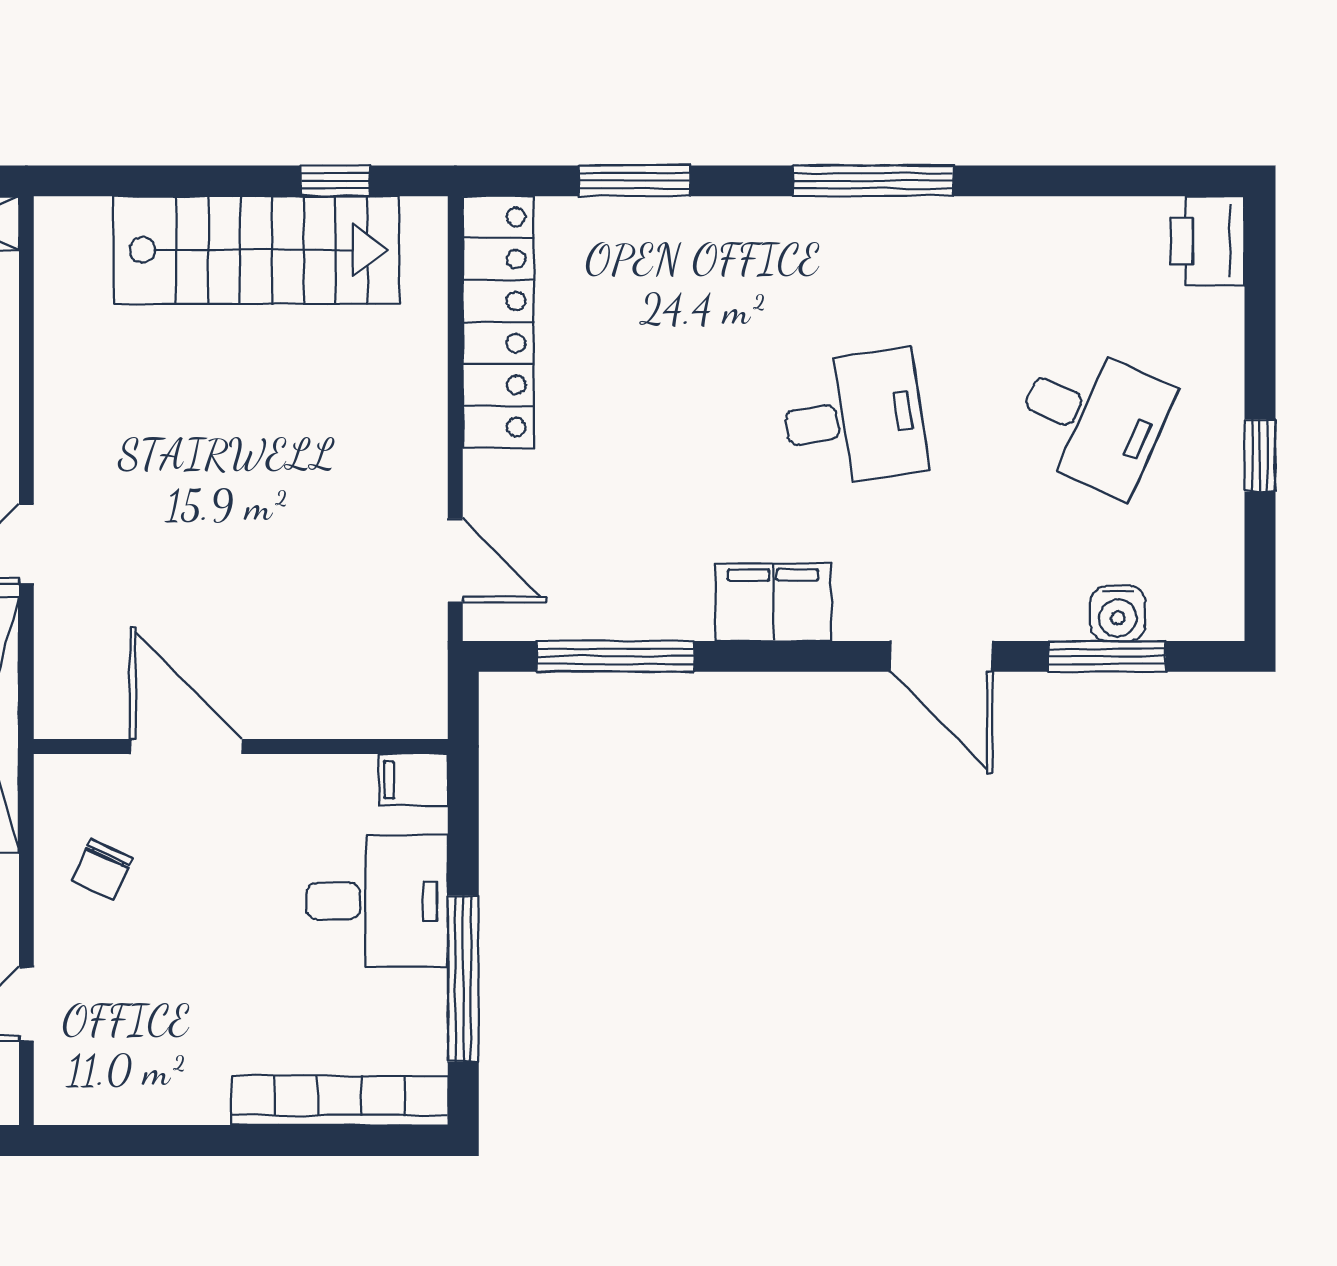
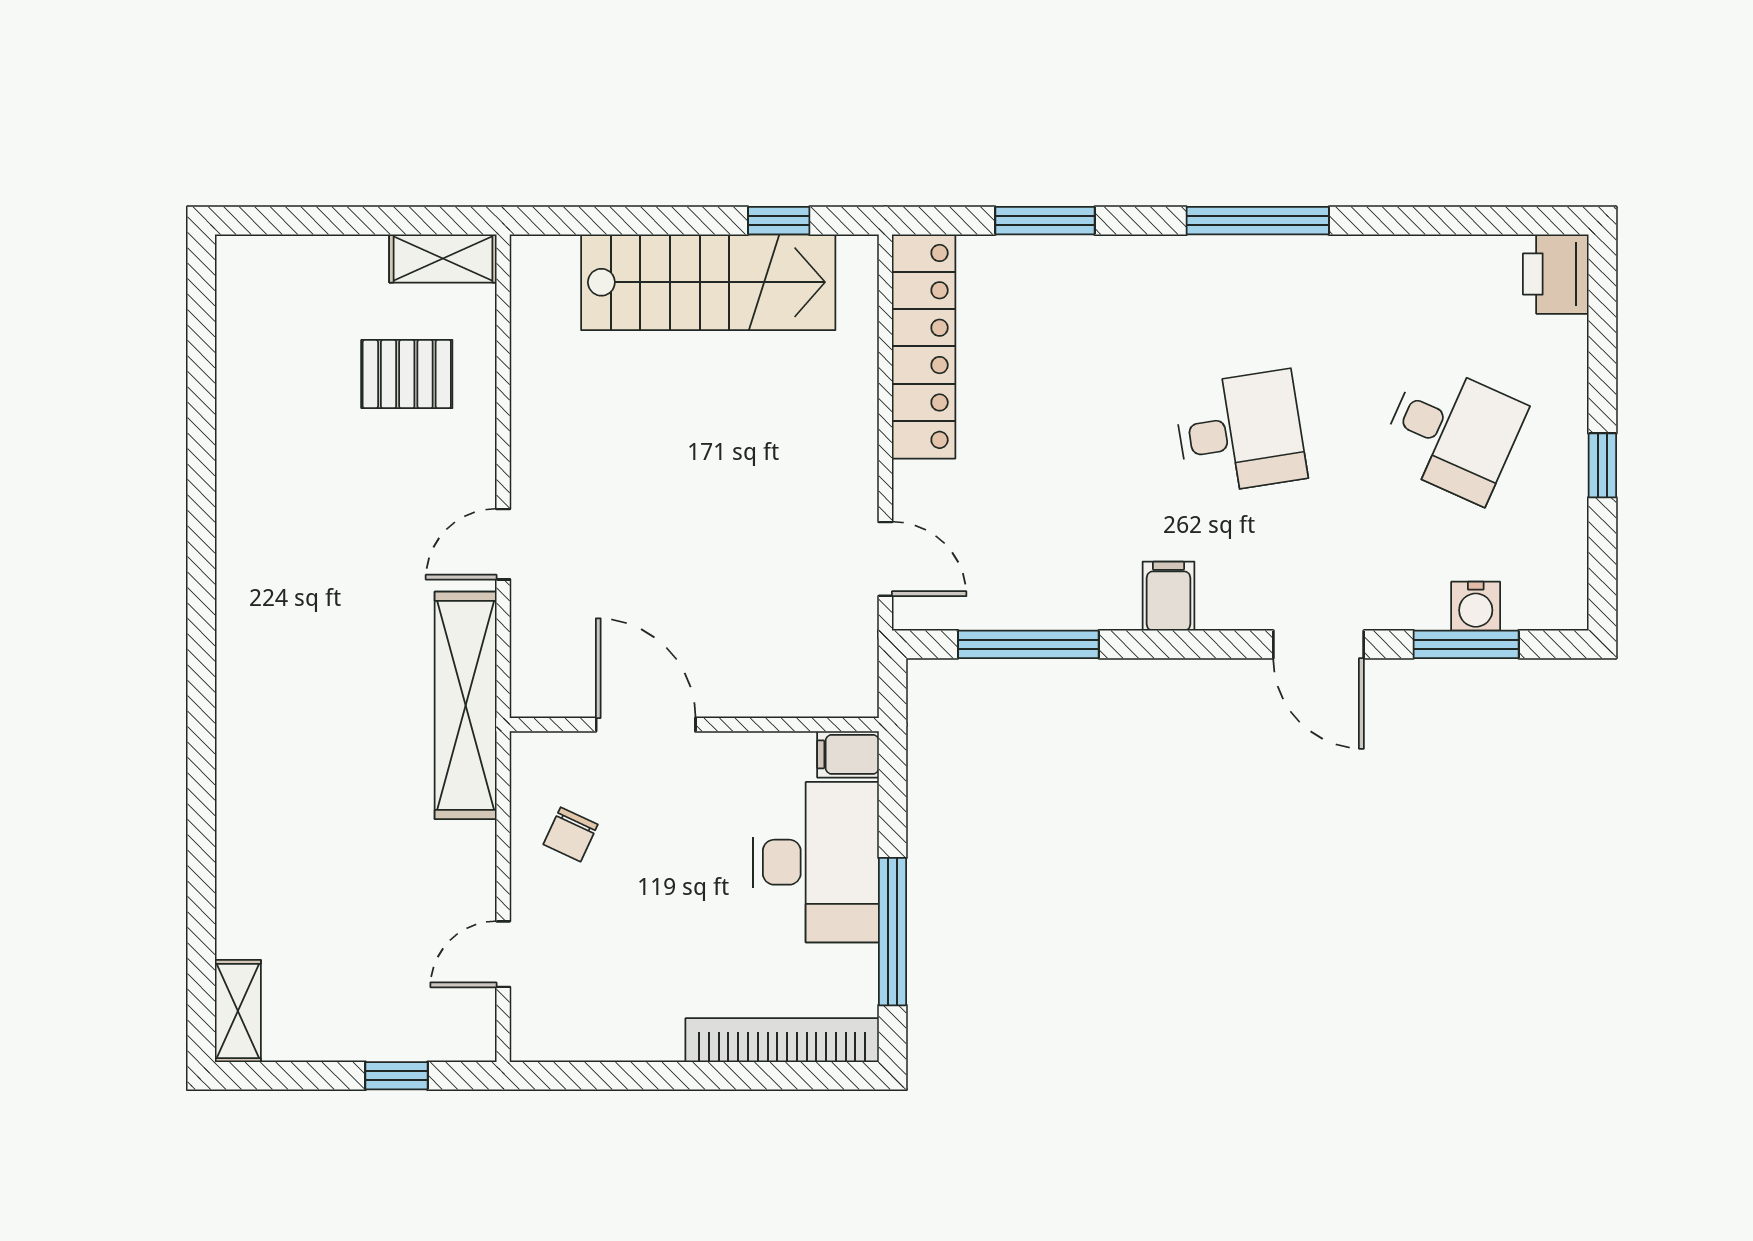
filing cabinet: (773, 602) -> (1168, 596), width x0.50
desk: (377, 901) -> (816, 862), width x1.37

